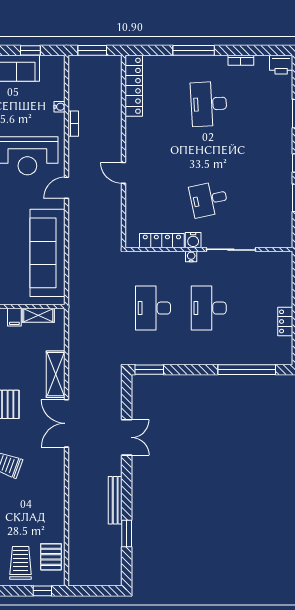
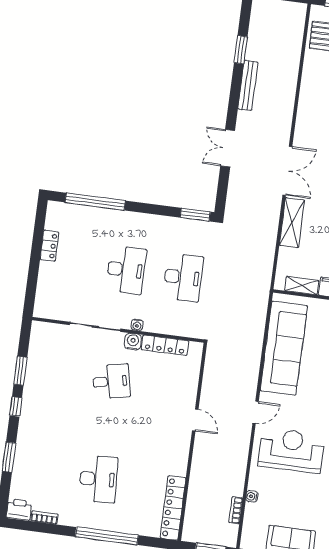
window: (194, 50) -> (107, 536), width x1.46
bookcase: (241, 60) -> (44, 518), moved
bookcase: (73, 124) -> (236, 510), moved

